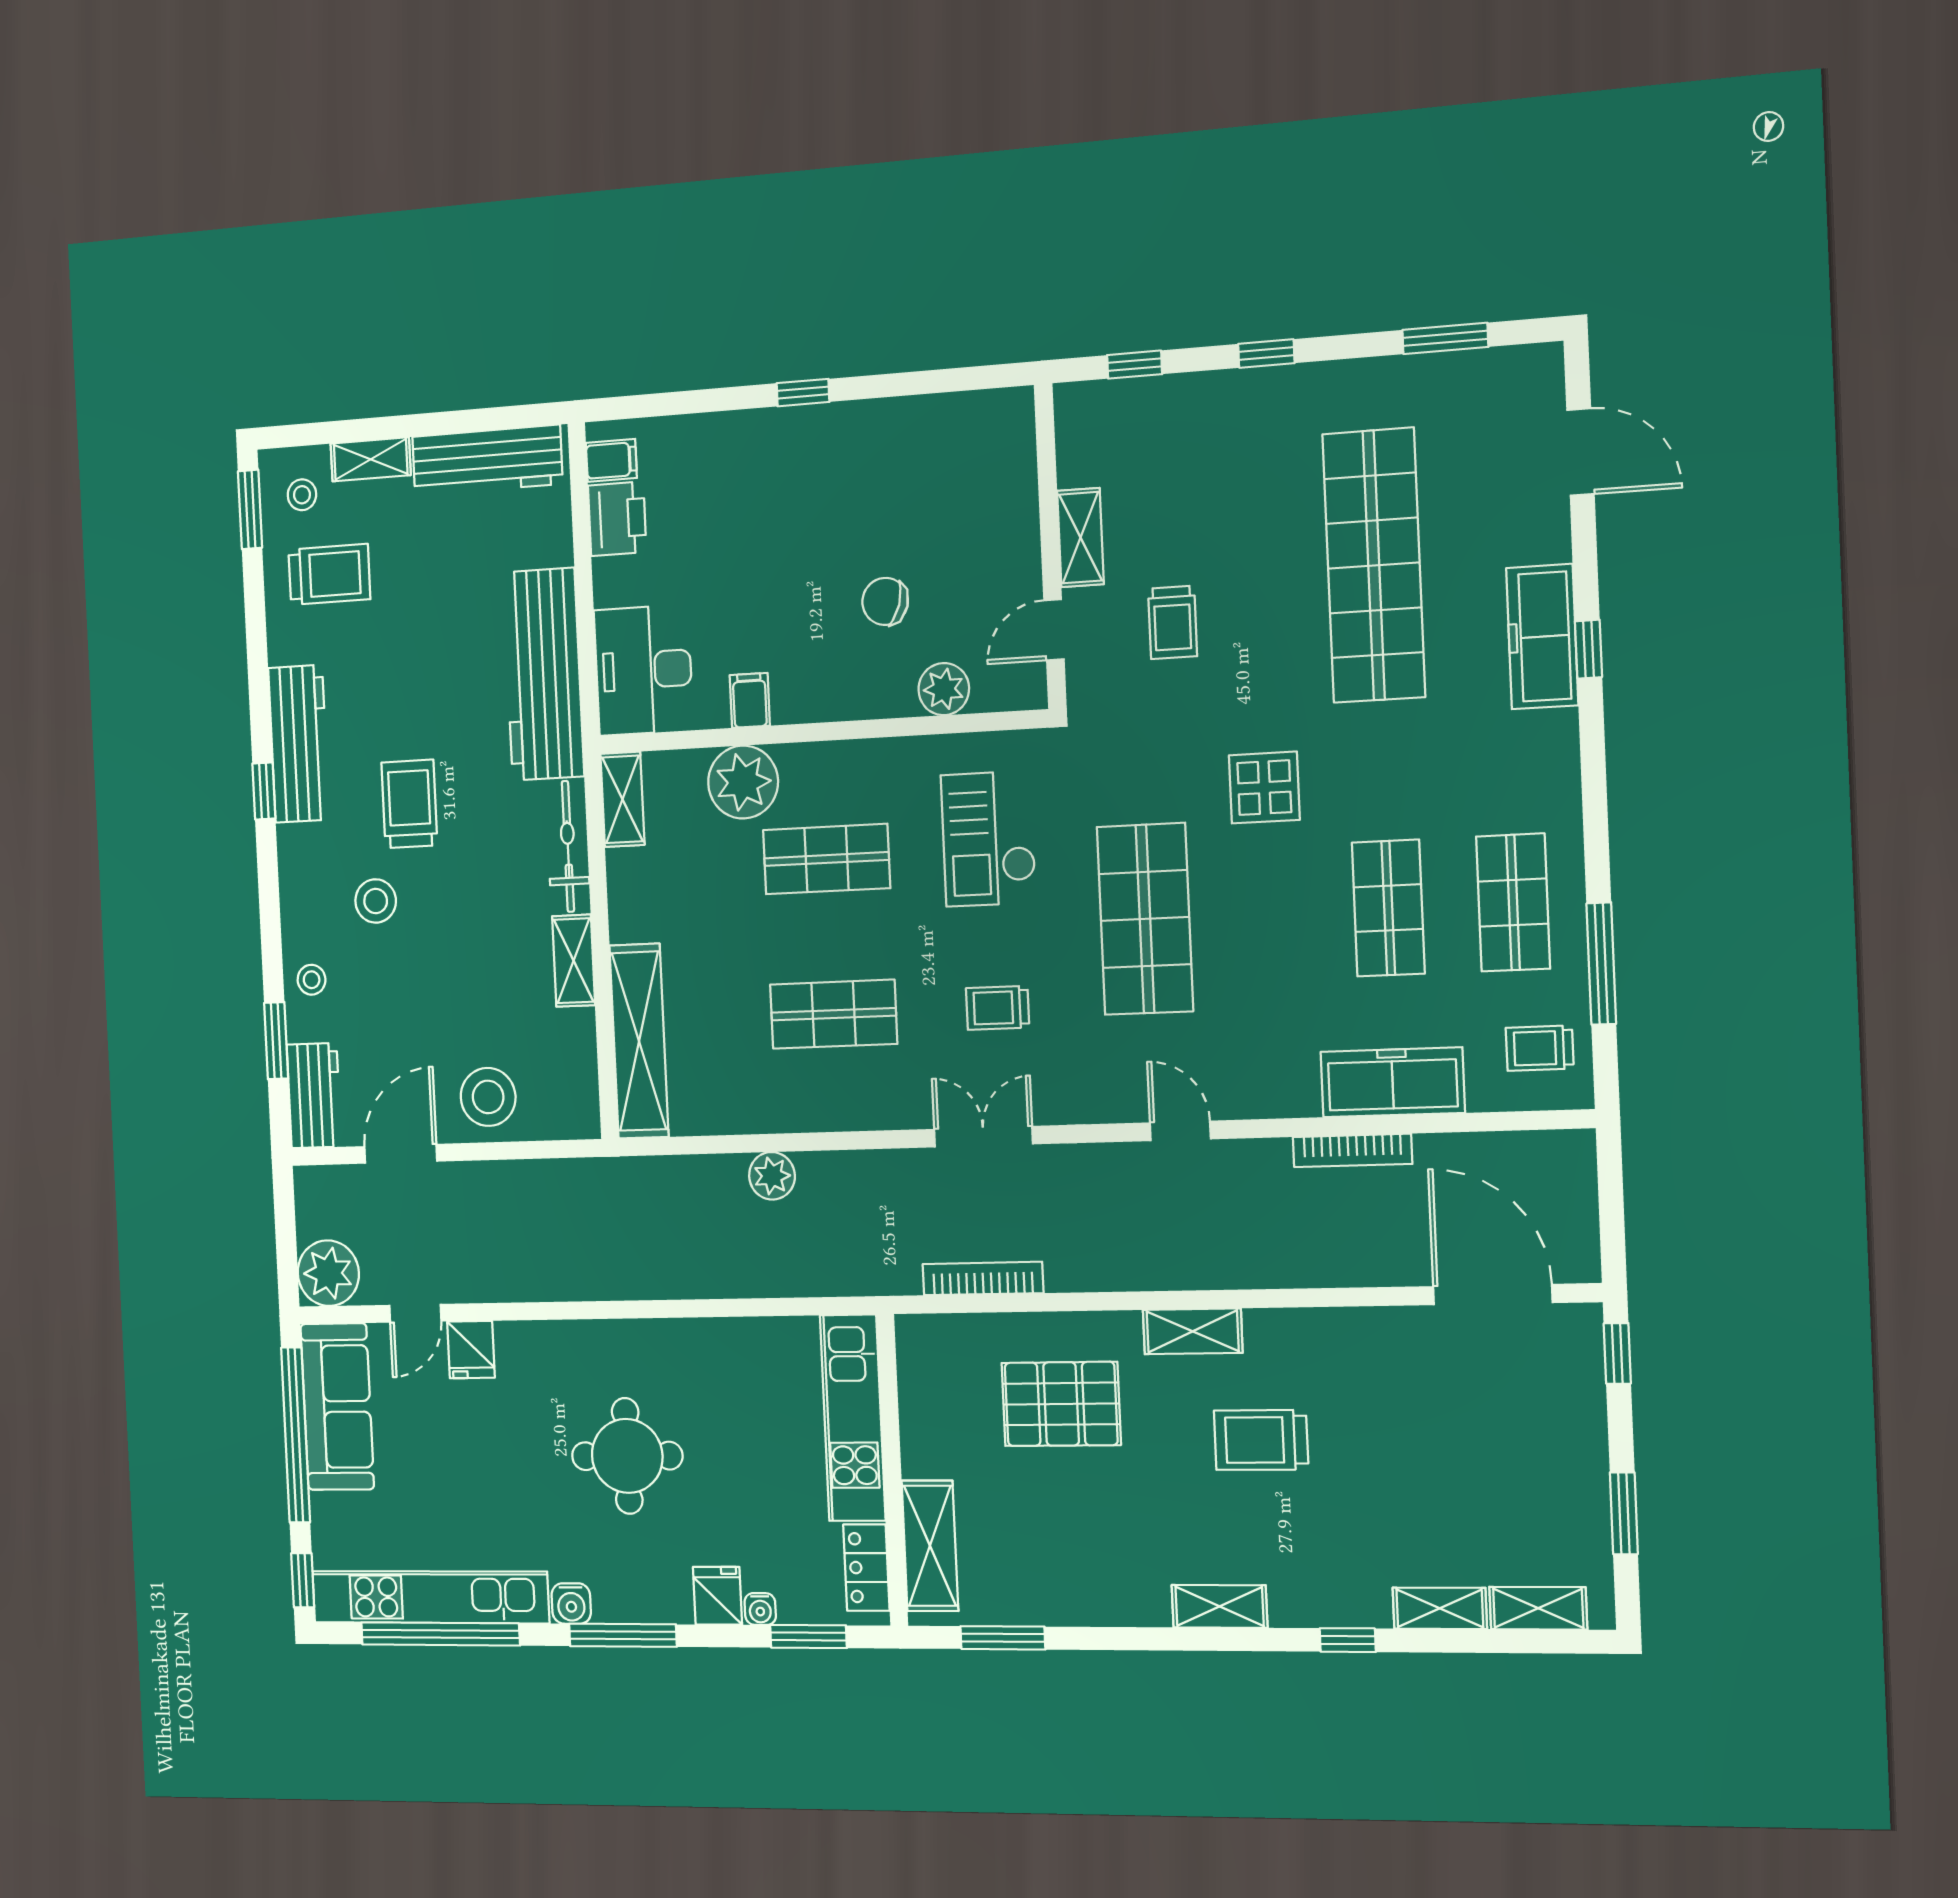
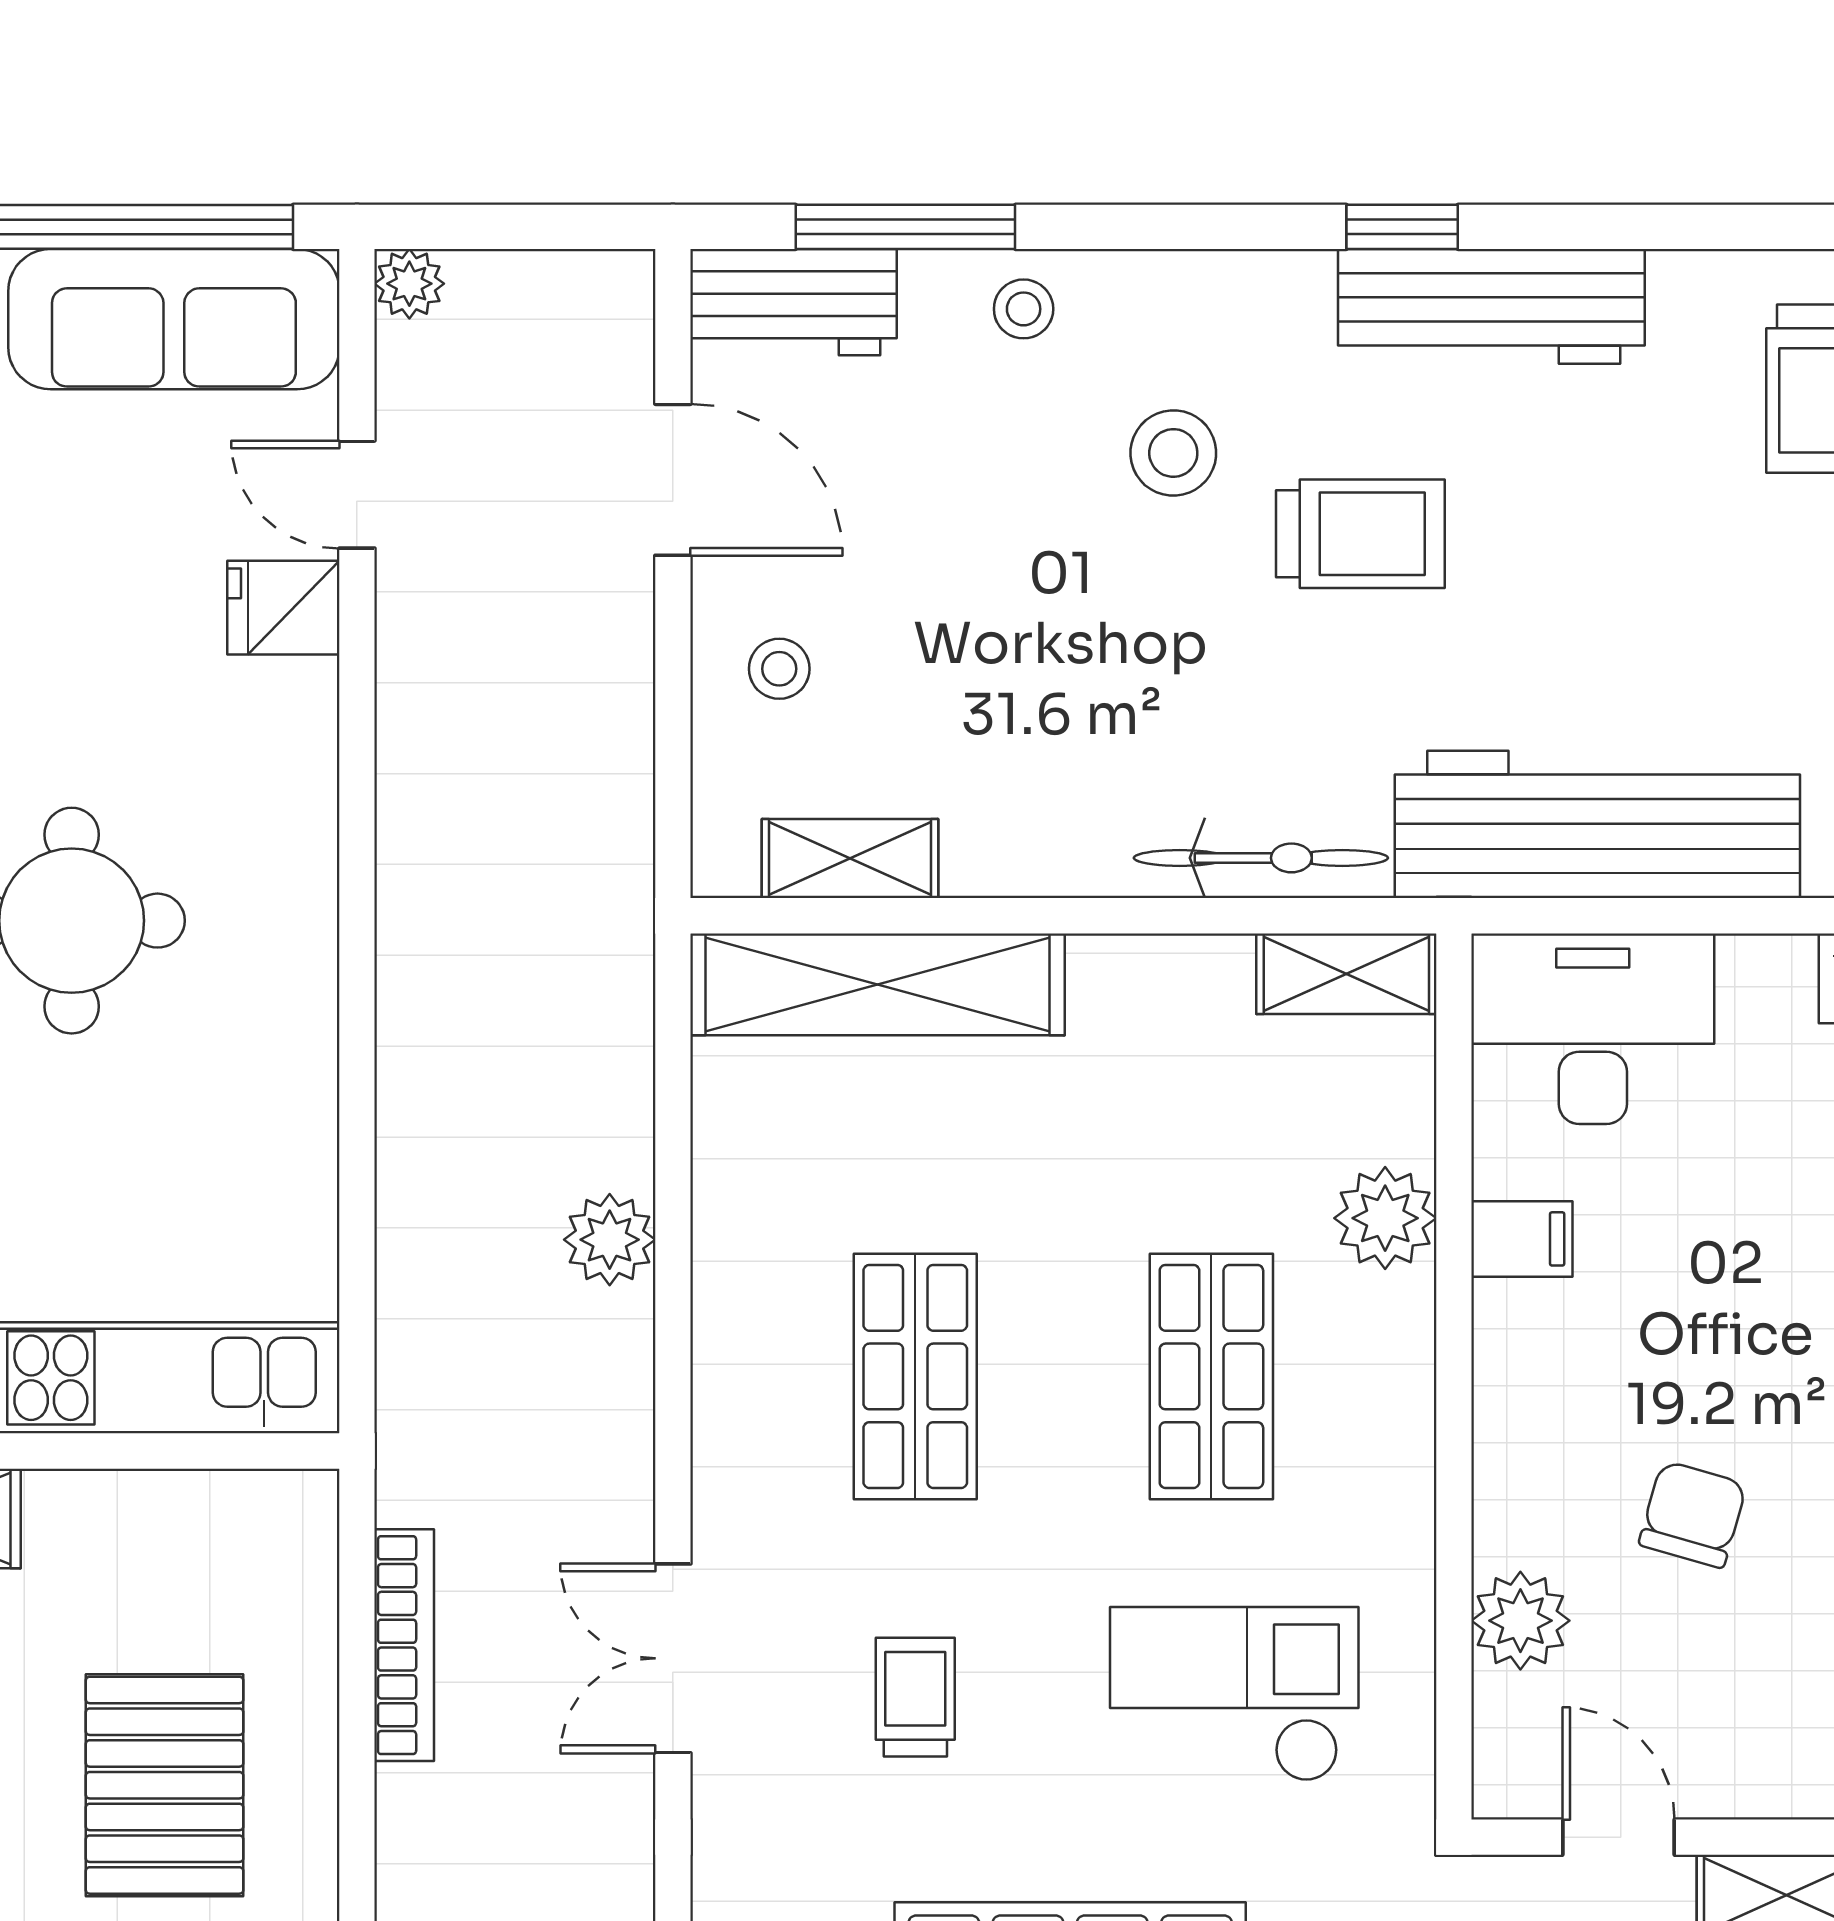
plant: (743, 782) -> (1385, 1218), width x0.73, depth x0.73
shelving: (574, 961) -> (850, 859), moved
window: (276, 1041) -> (905, 227), width x1.44
stool: (488, 1097) -> (779, 669), width x0.53, depth x0.53
double door: (983, 1137) -> (673, 1658), swing flipped
plant: (328, 1273) -> (409, 284), width x0.53, depth x0.53

